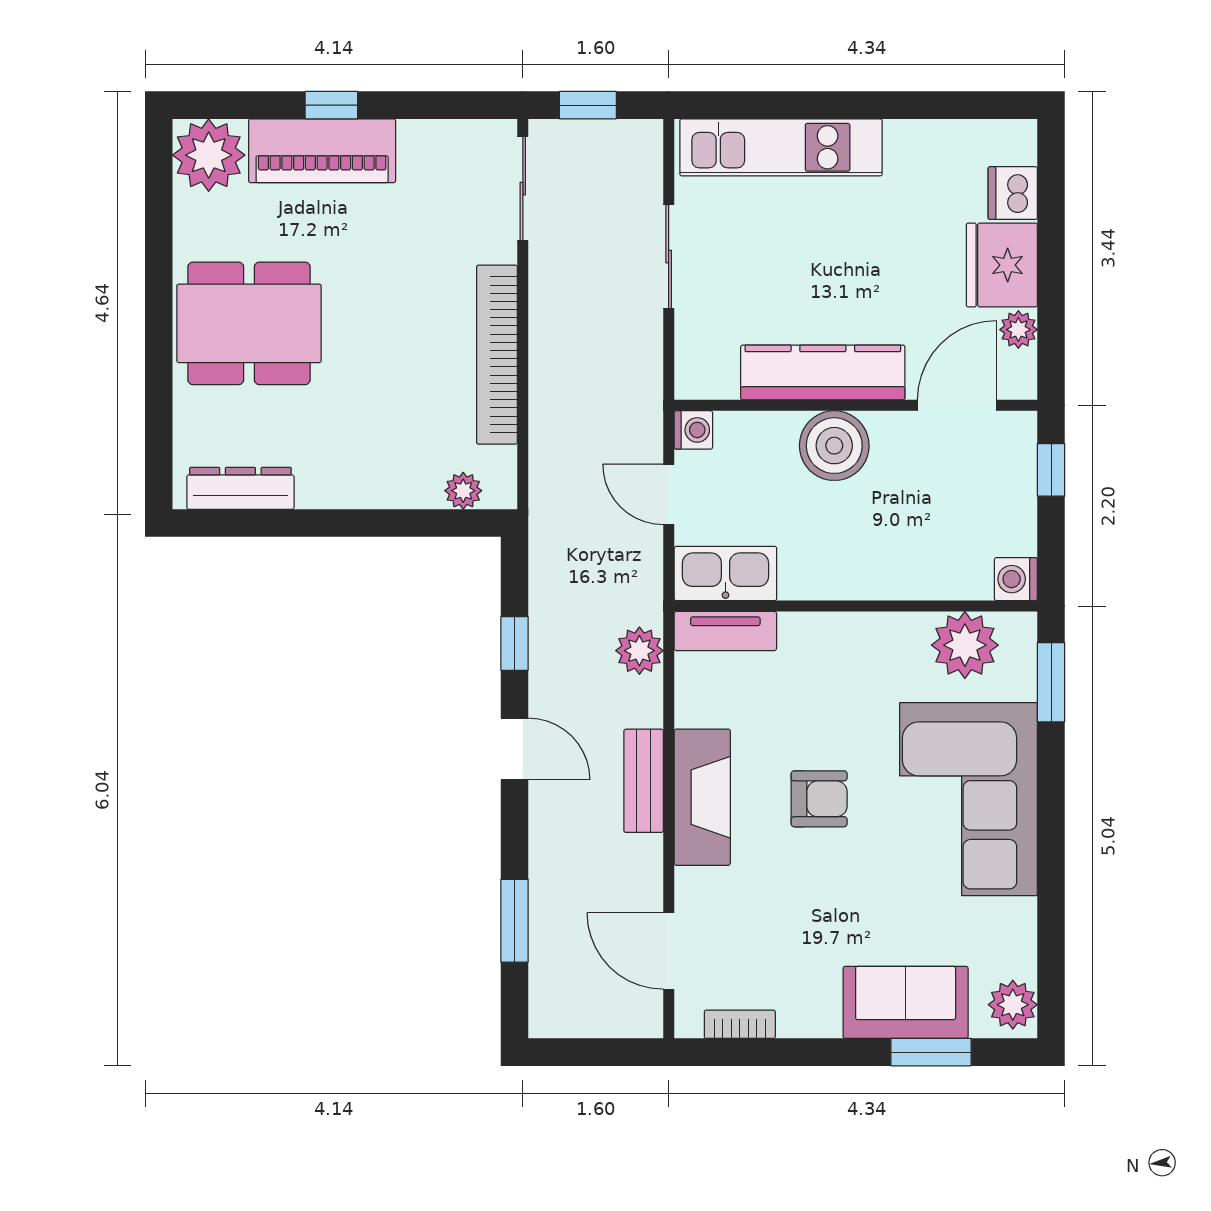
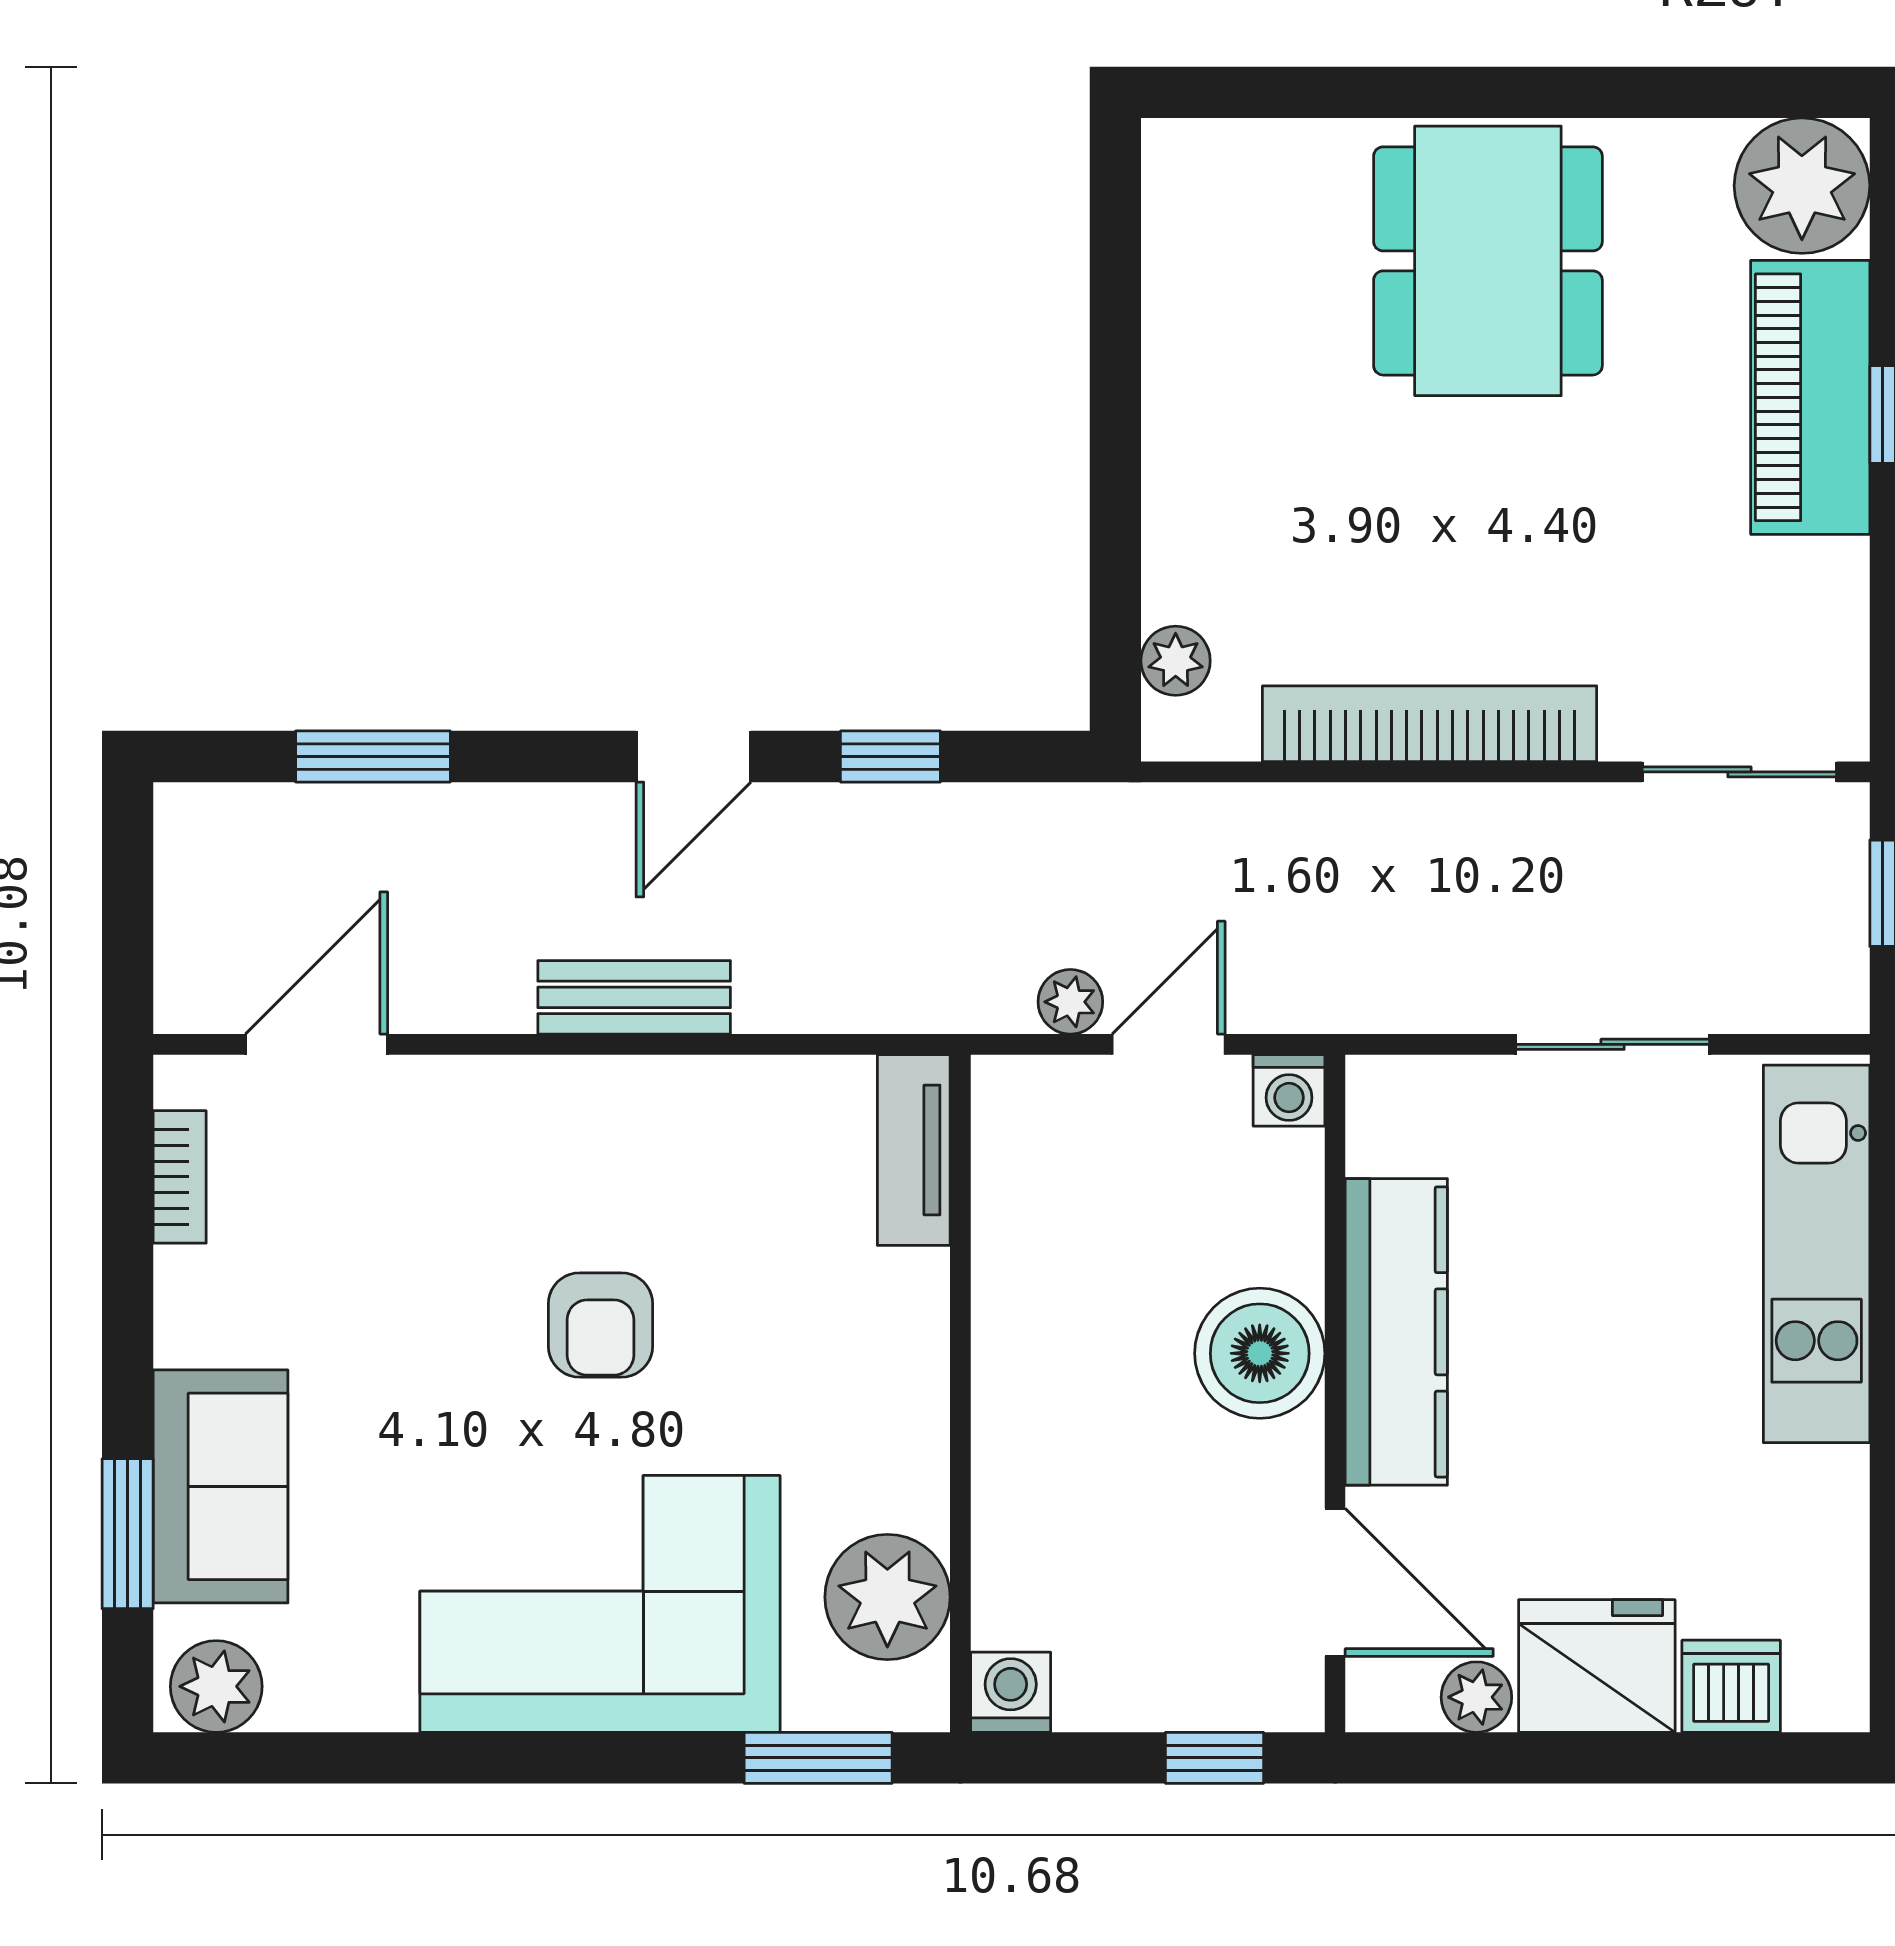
dresser: (240, 488) -> (1180, 245), removed
kitchen sink: (725, 573) -> (1021, 1150), removed
plant: (639, 651) -> (1070, 1002), moved, width x0.73, depth x0.73
fireplace: (702, 797) -> (604, 1107), removed

